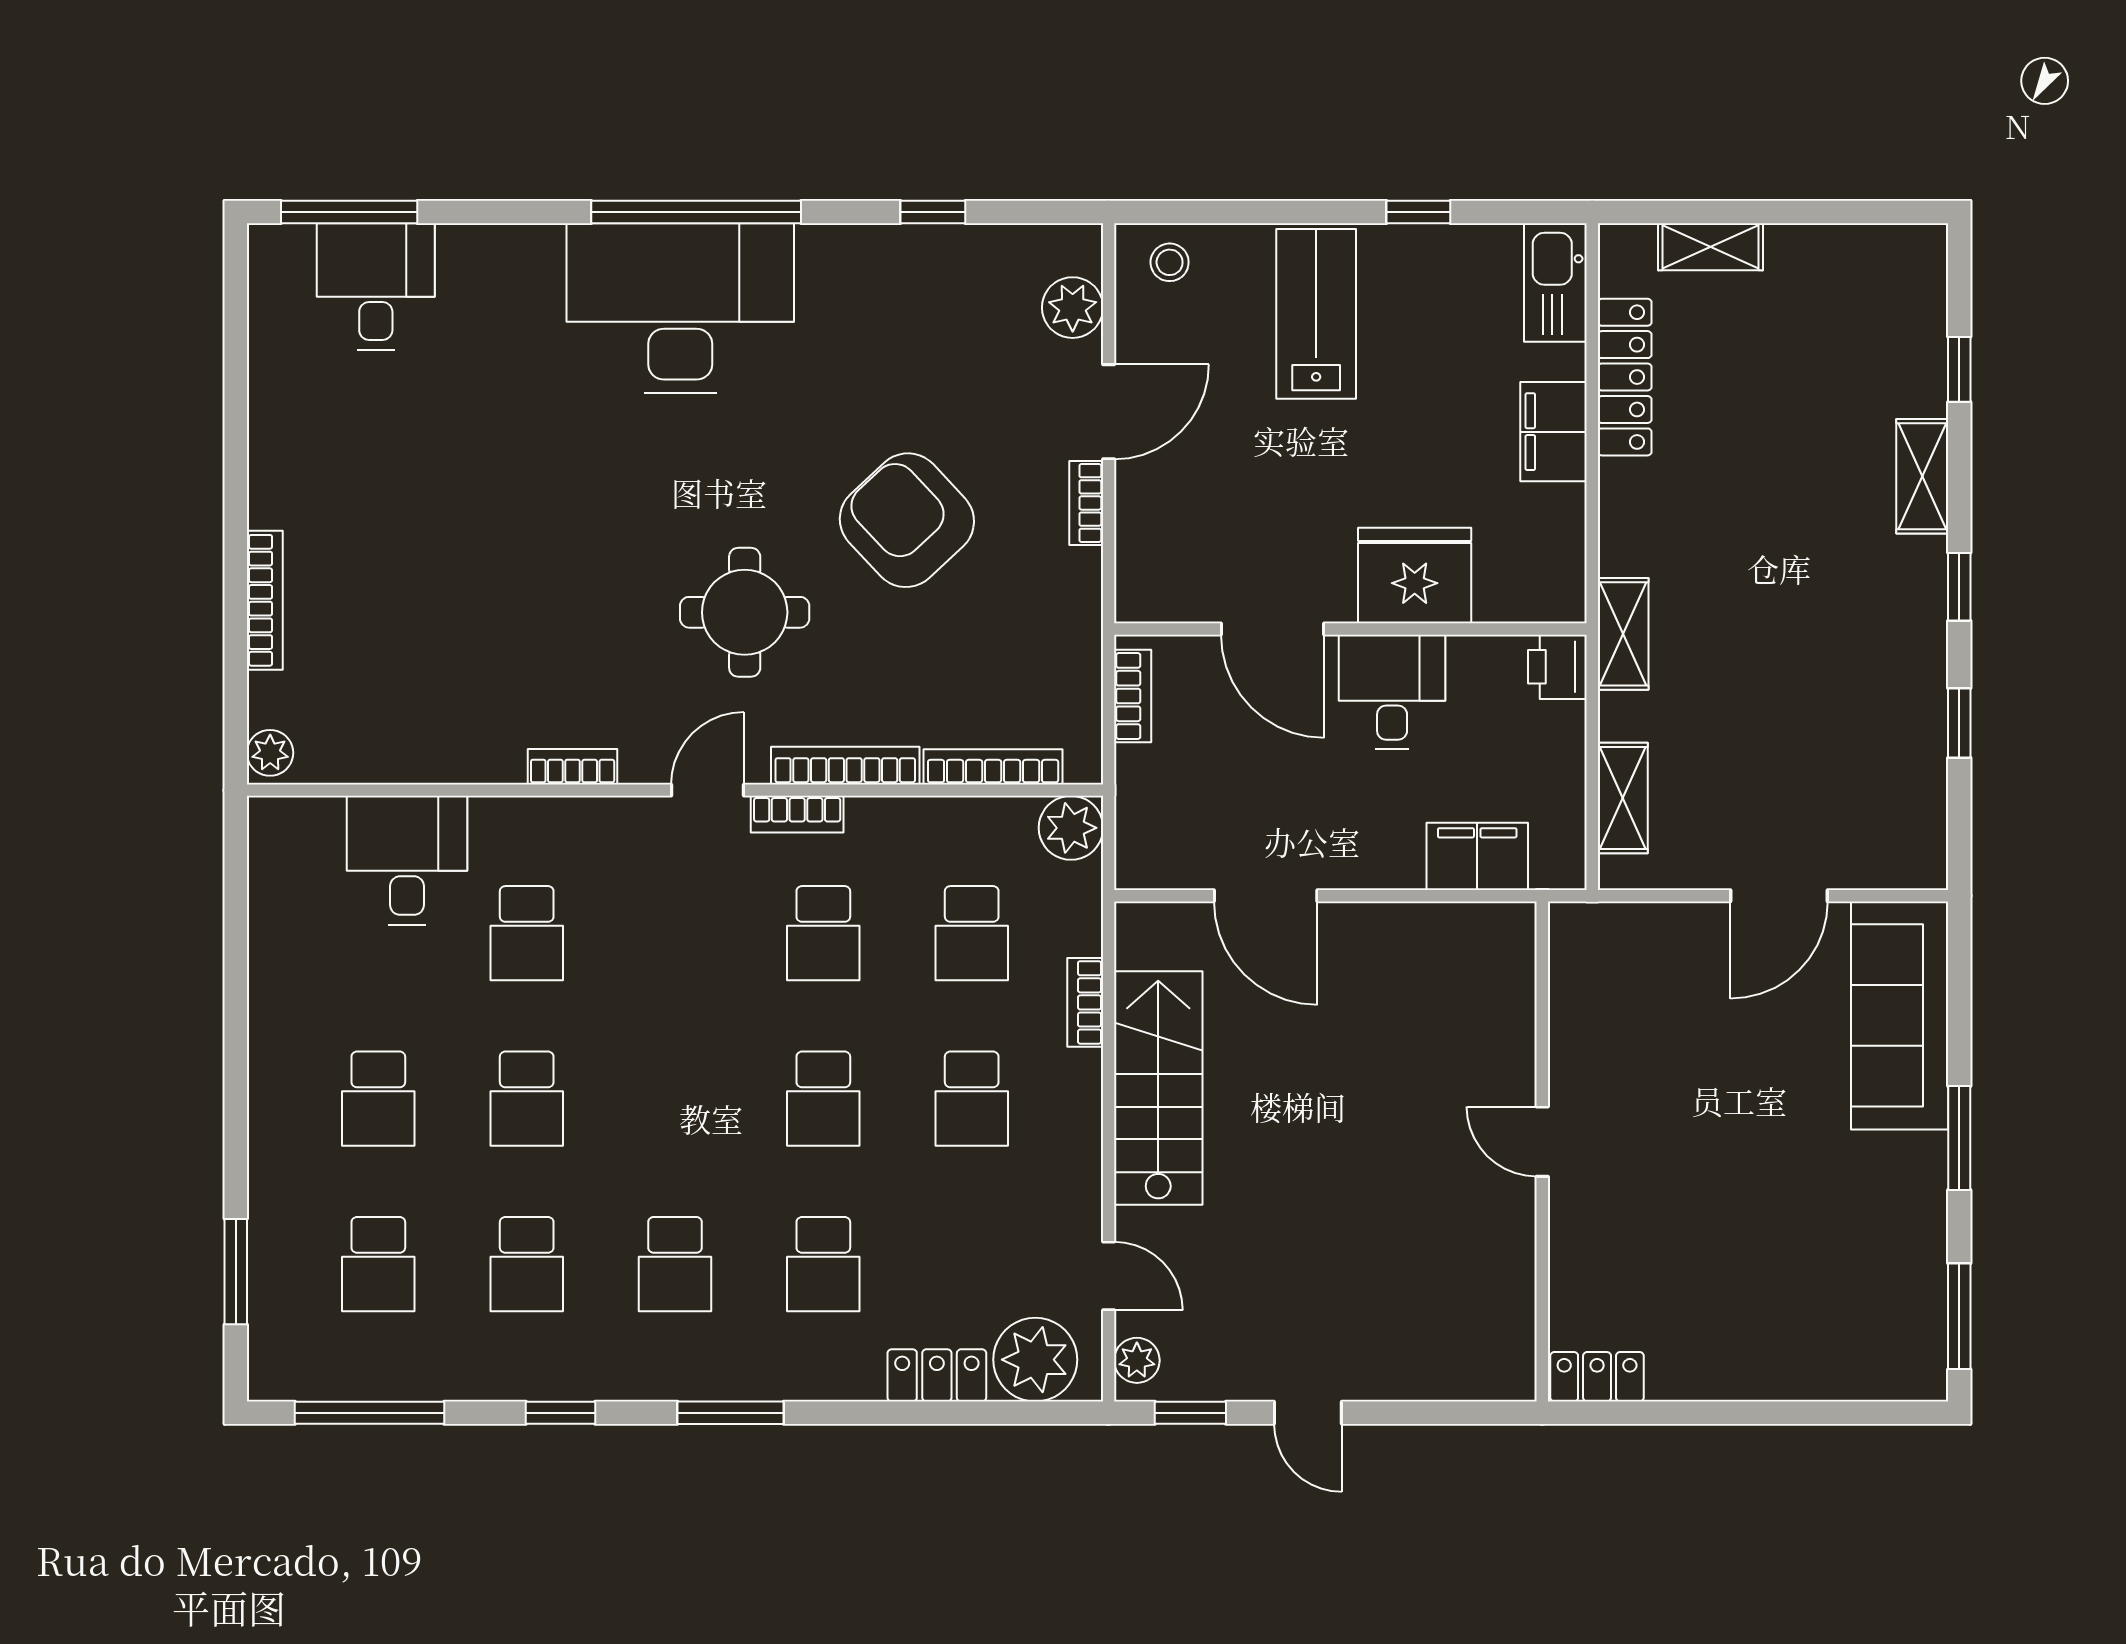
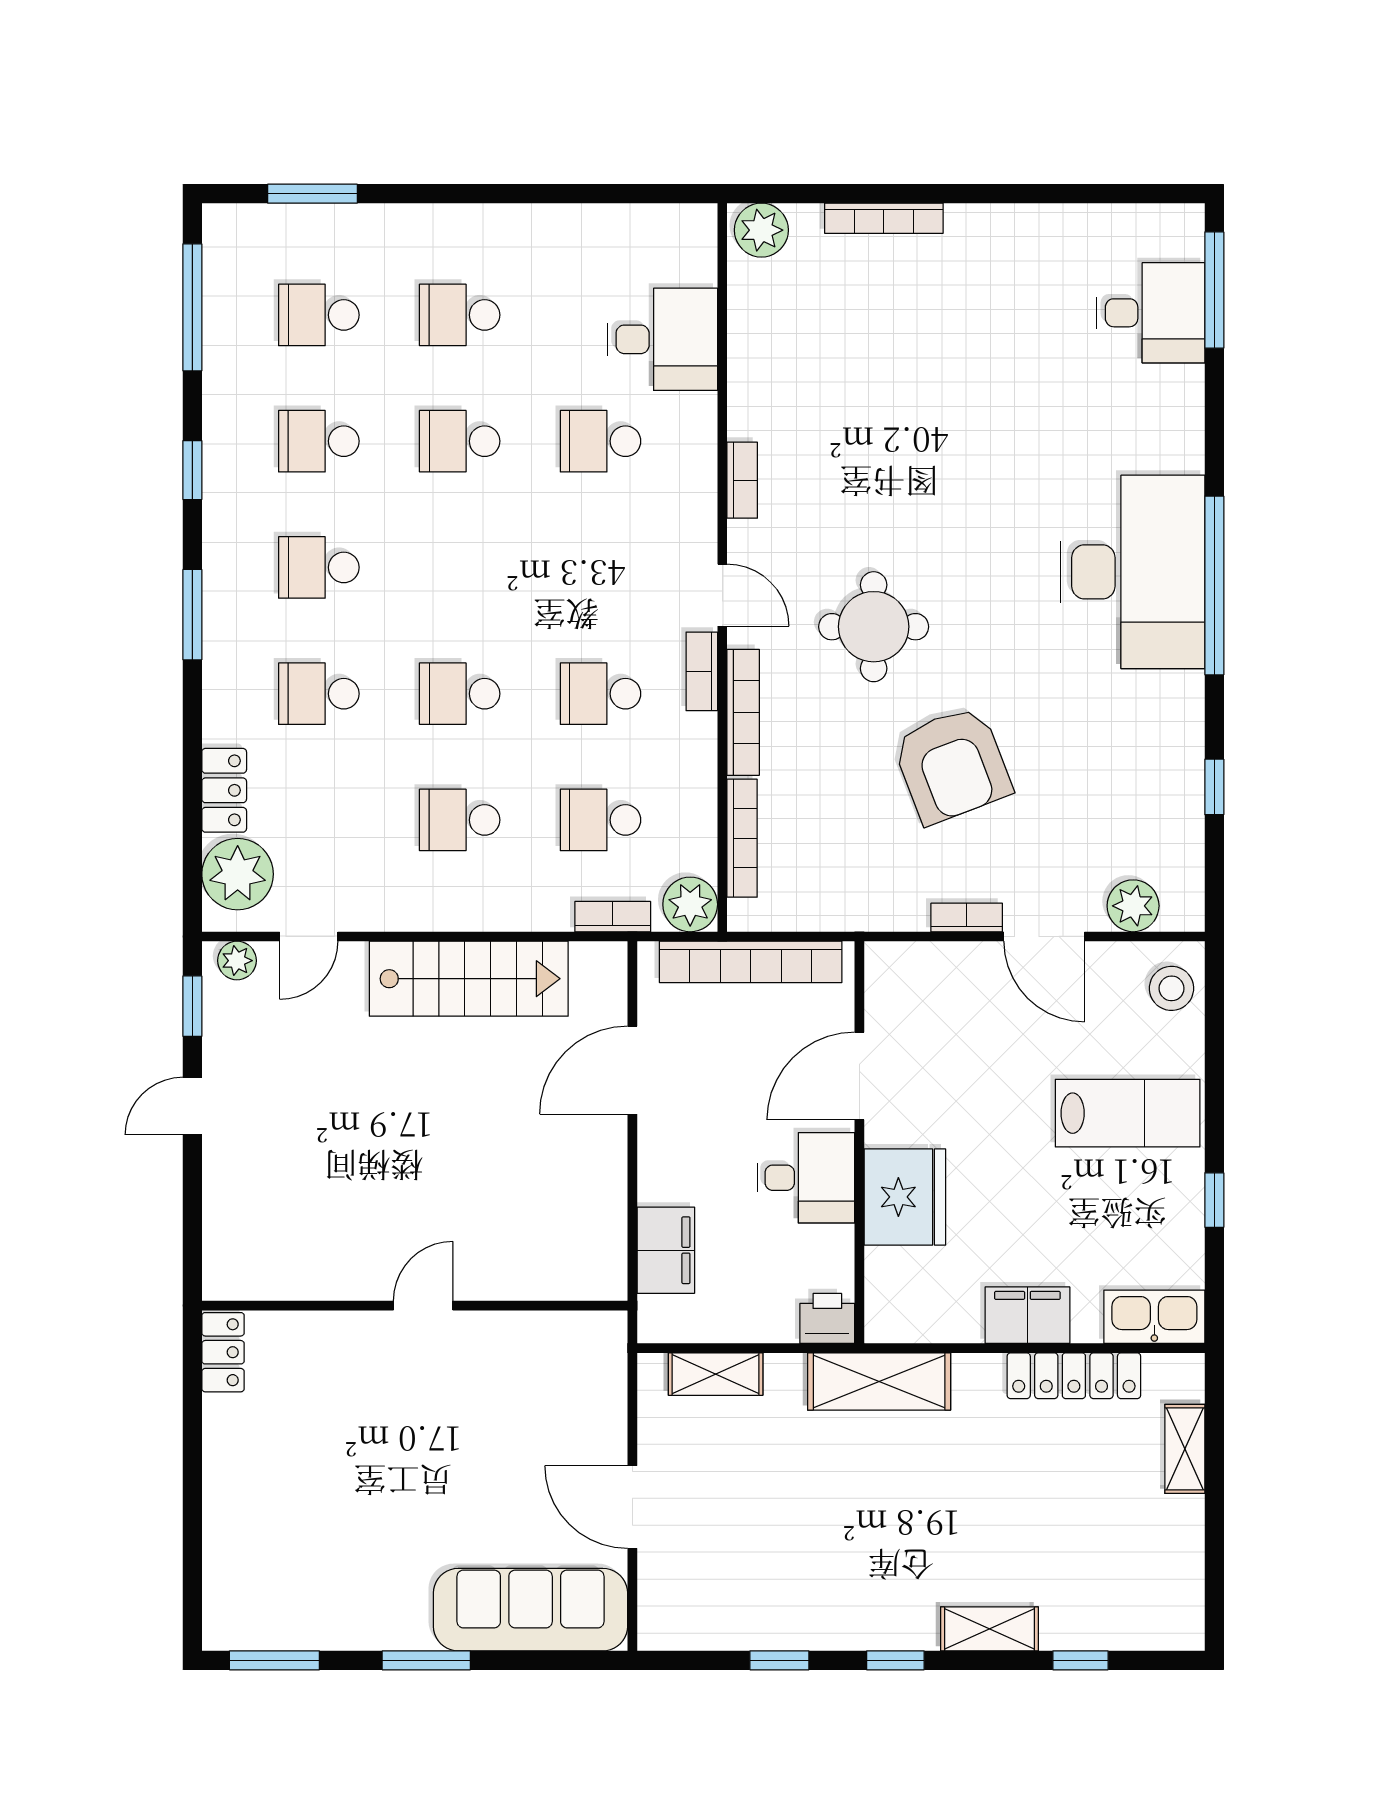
stool: (1170, 262) -> (1172, 988), width x1.37, depth x1.37
armchair: (907, 520) -> (952, 765), turned 112
shelving: (1623, 634) -> (879, 1381), width x1.50, depth x1.33
bookcase: (1133, 696) -> (751, 962), width x2.31, depth x1.31
plant: (270, 753) -> (761, 230), width x1.38, depth x1.38
bookcase: (1085, 1002) -> (613, 917), moved

